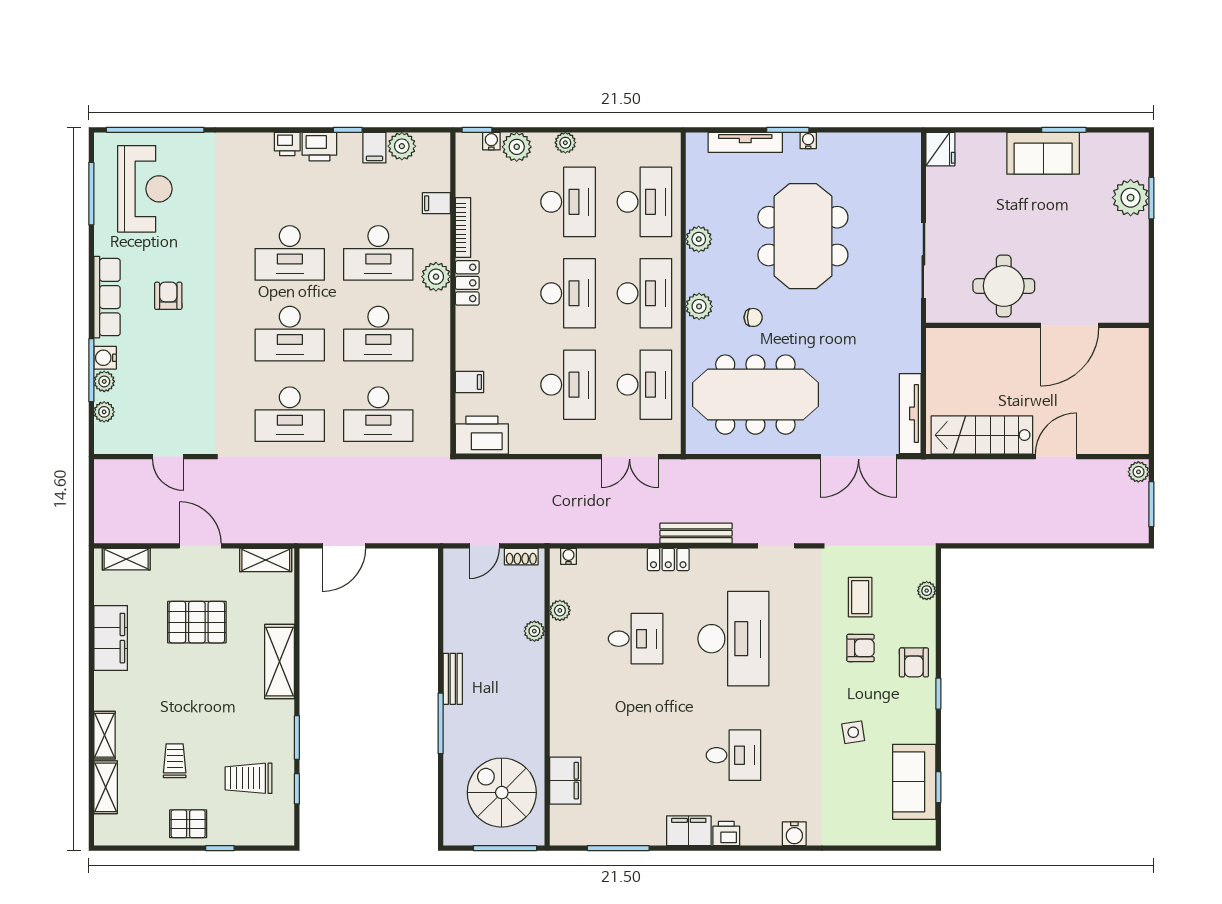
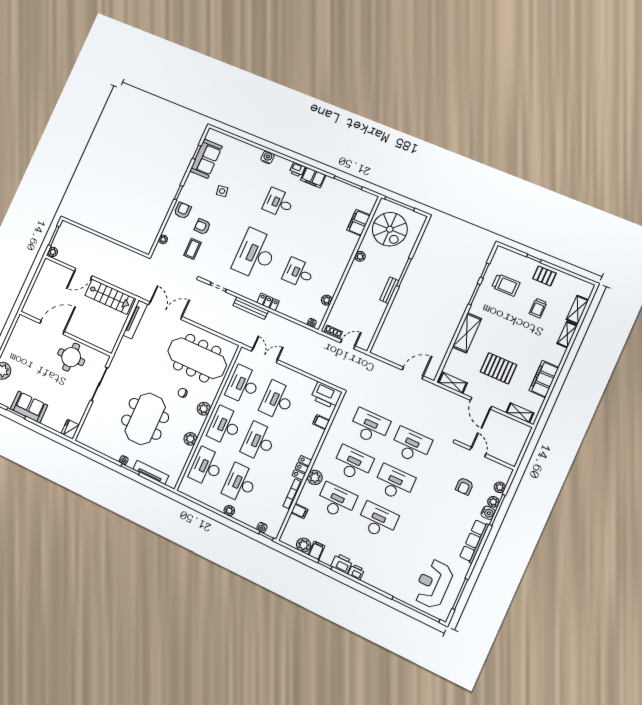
plant: (517, 147) -> (252, 519), removed
armchair: (168, 296) -> (464, 486), moved
plant: (534, 631) -> (360, 256), moved

